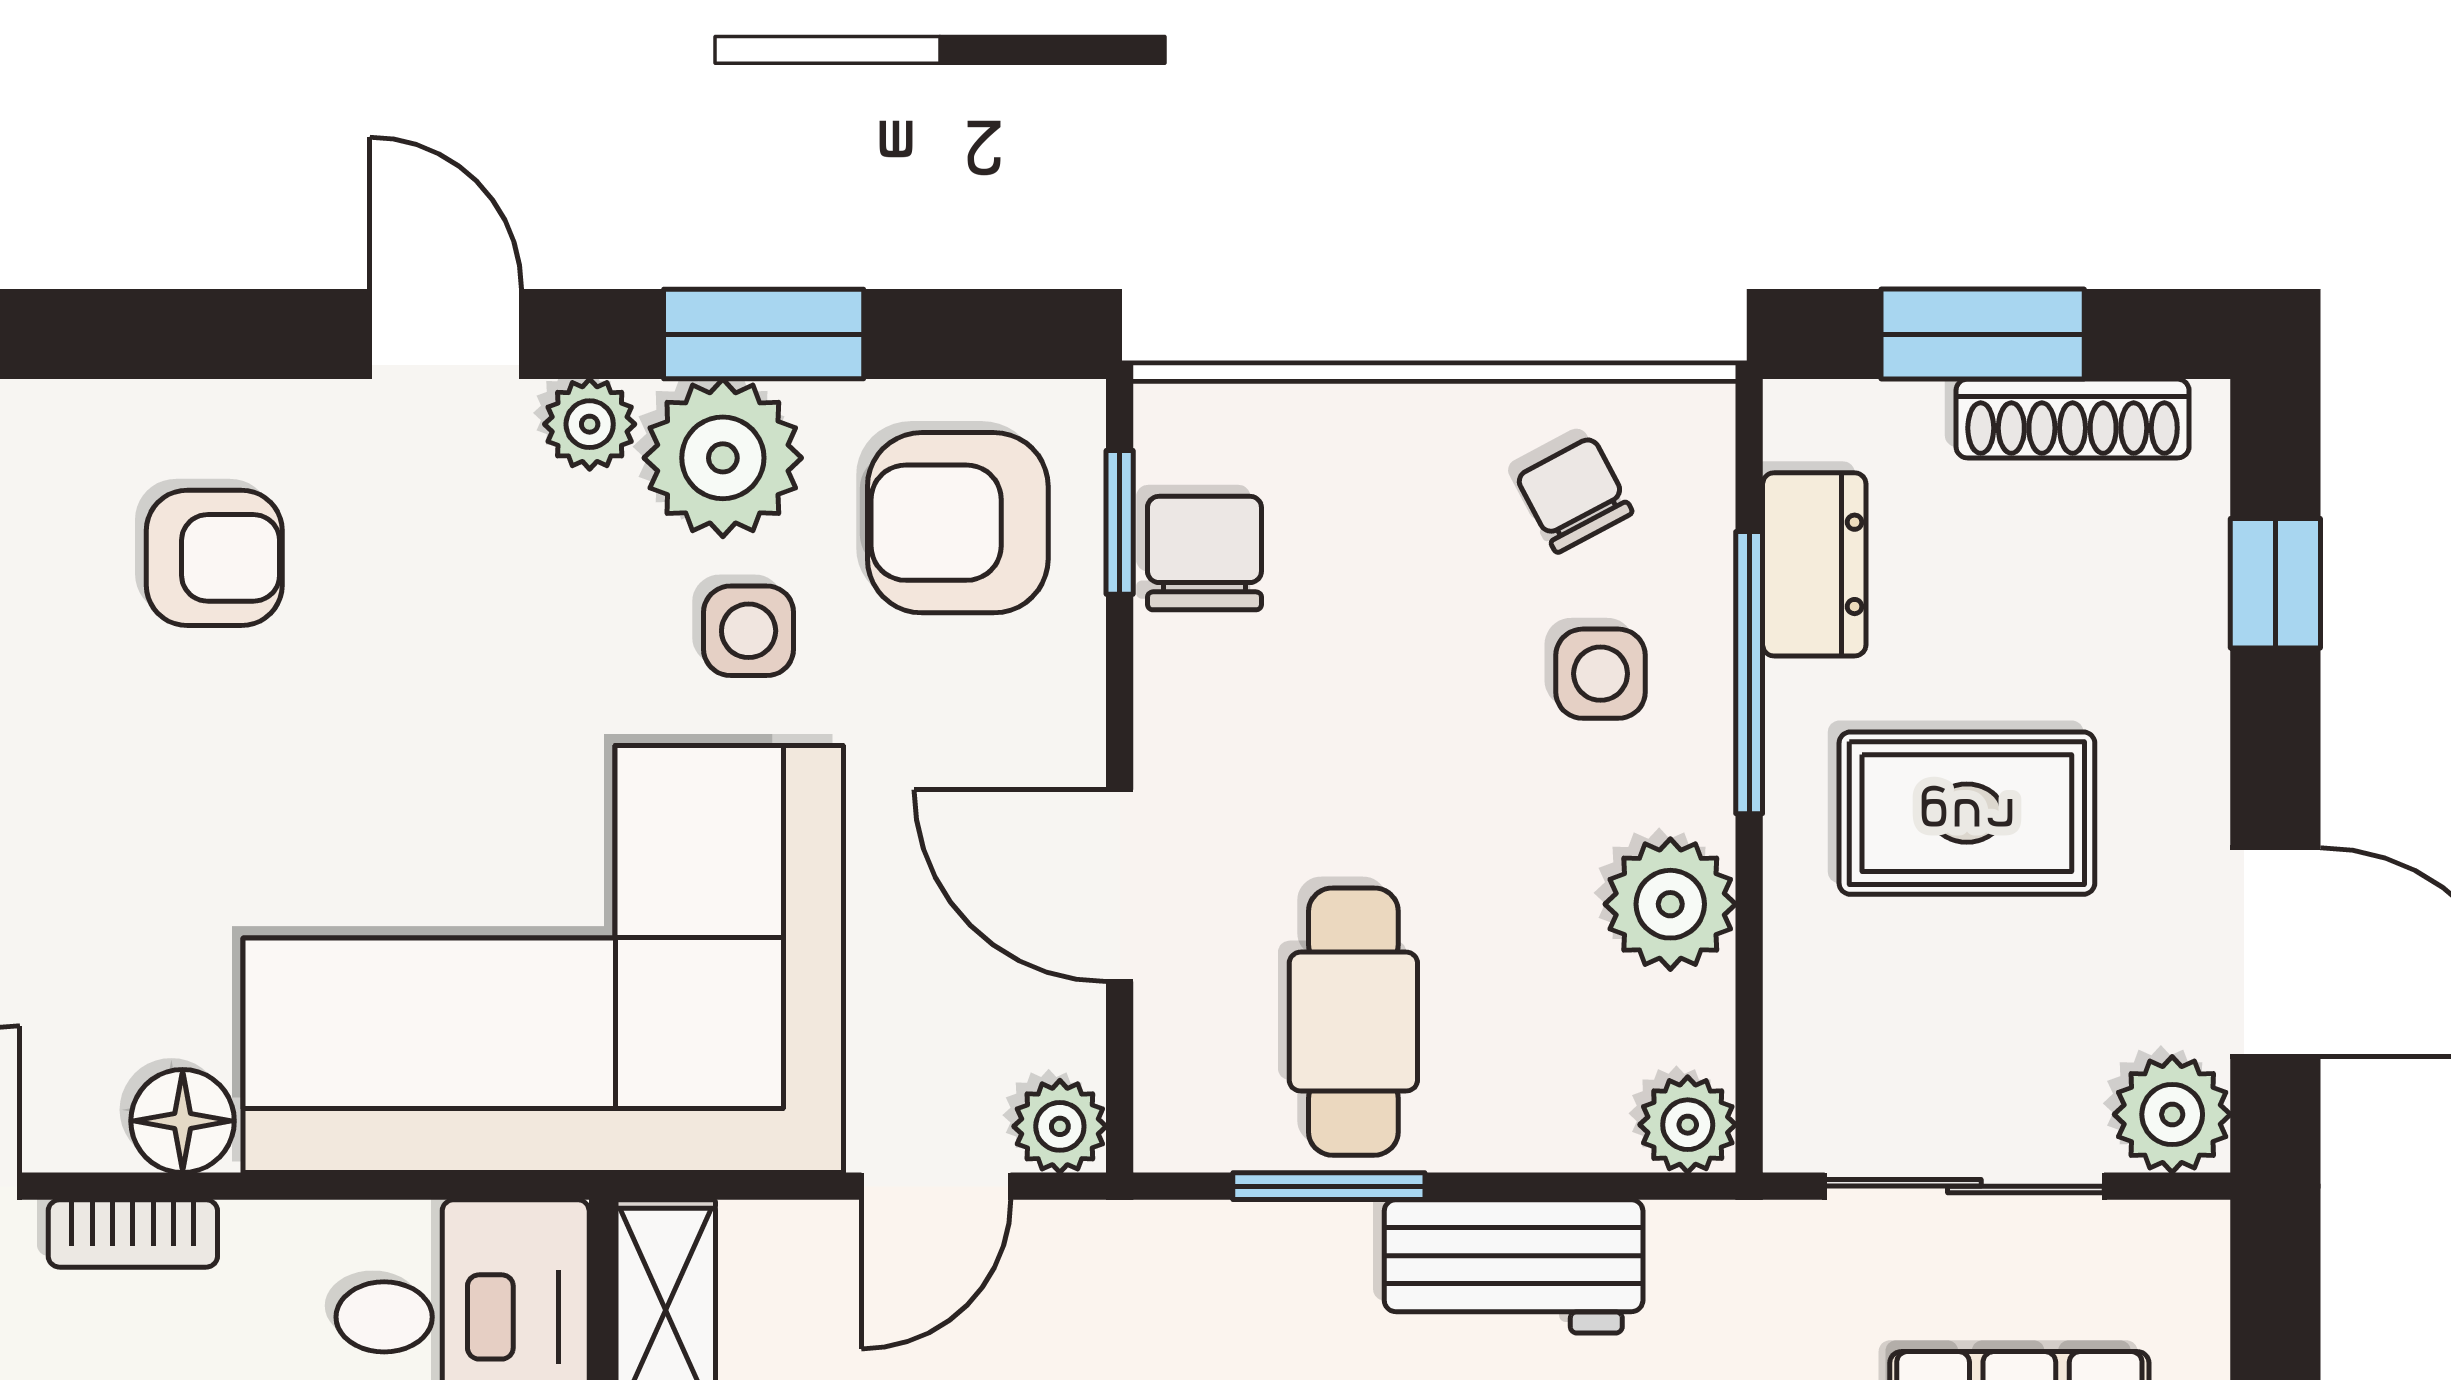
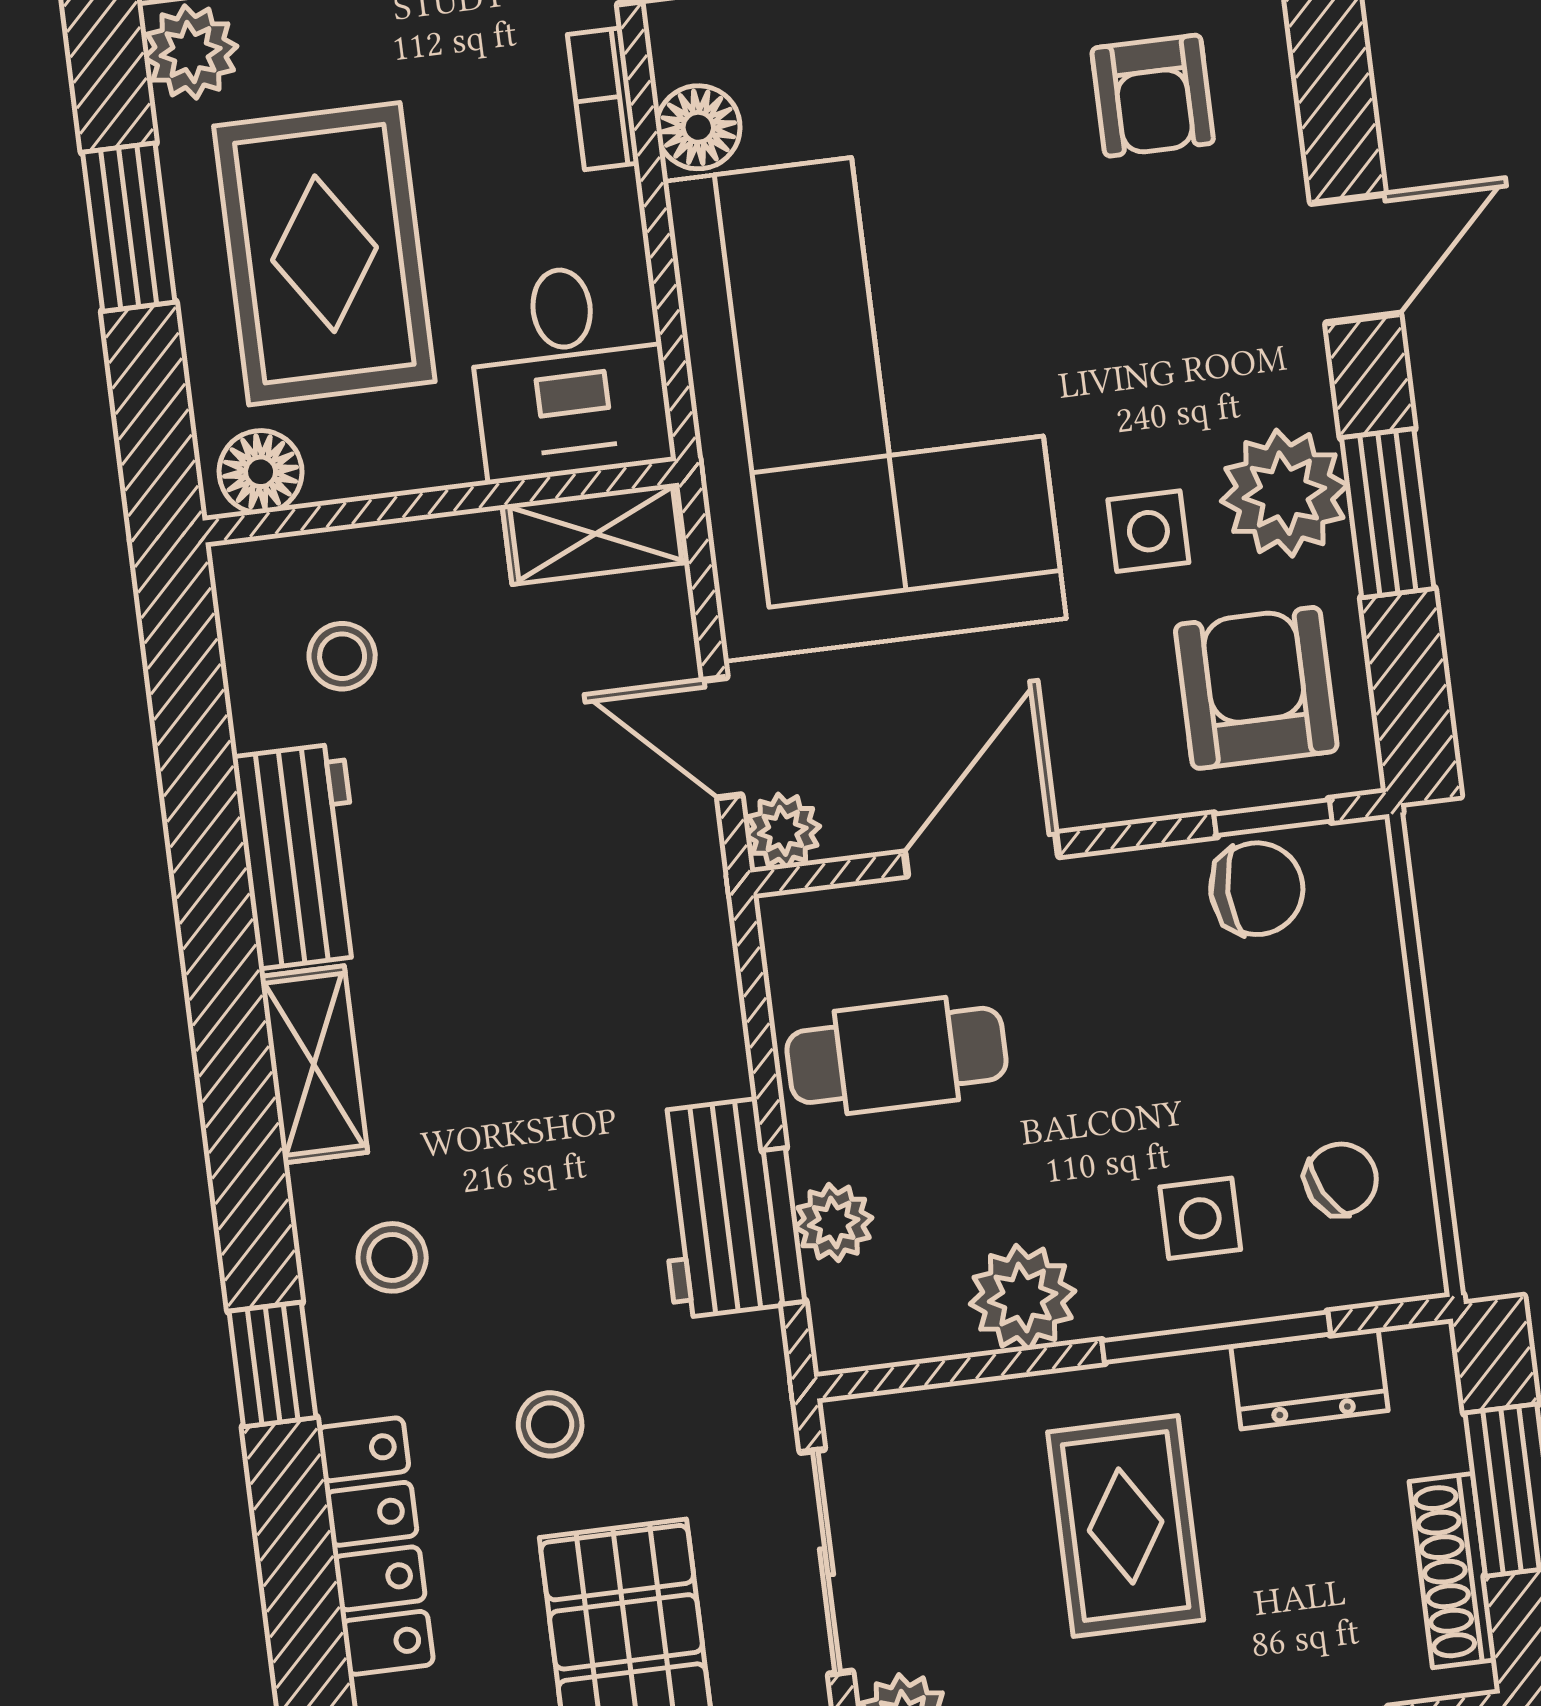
plant: (590, 424) -> (1298, 383), removed
plant: (1688, 1125) -> (834, 1222), moved
window: (1329, 1186) -> (784, 1226), moved

